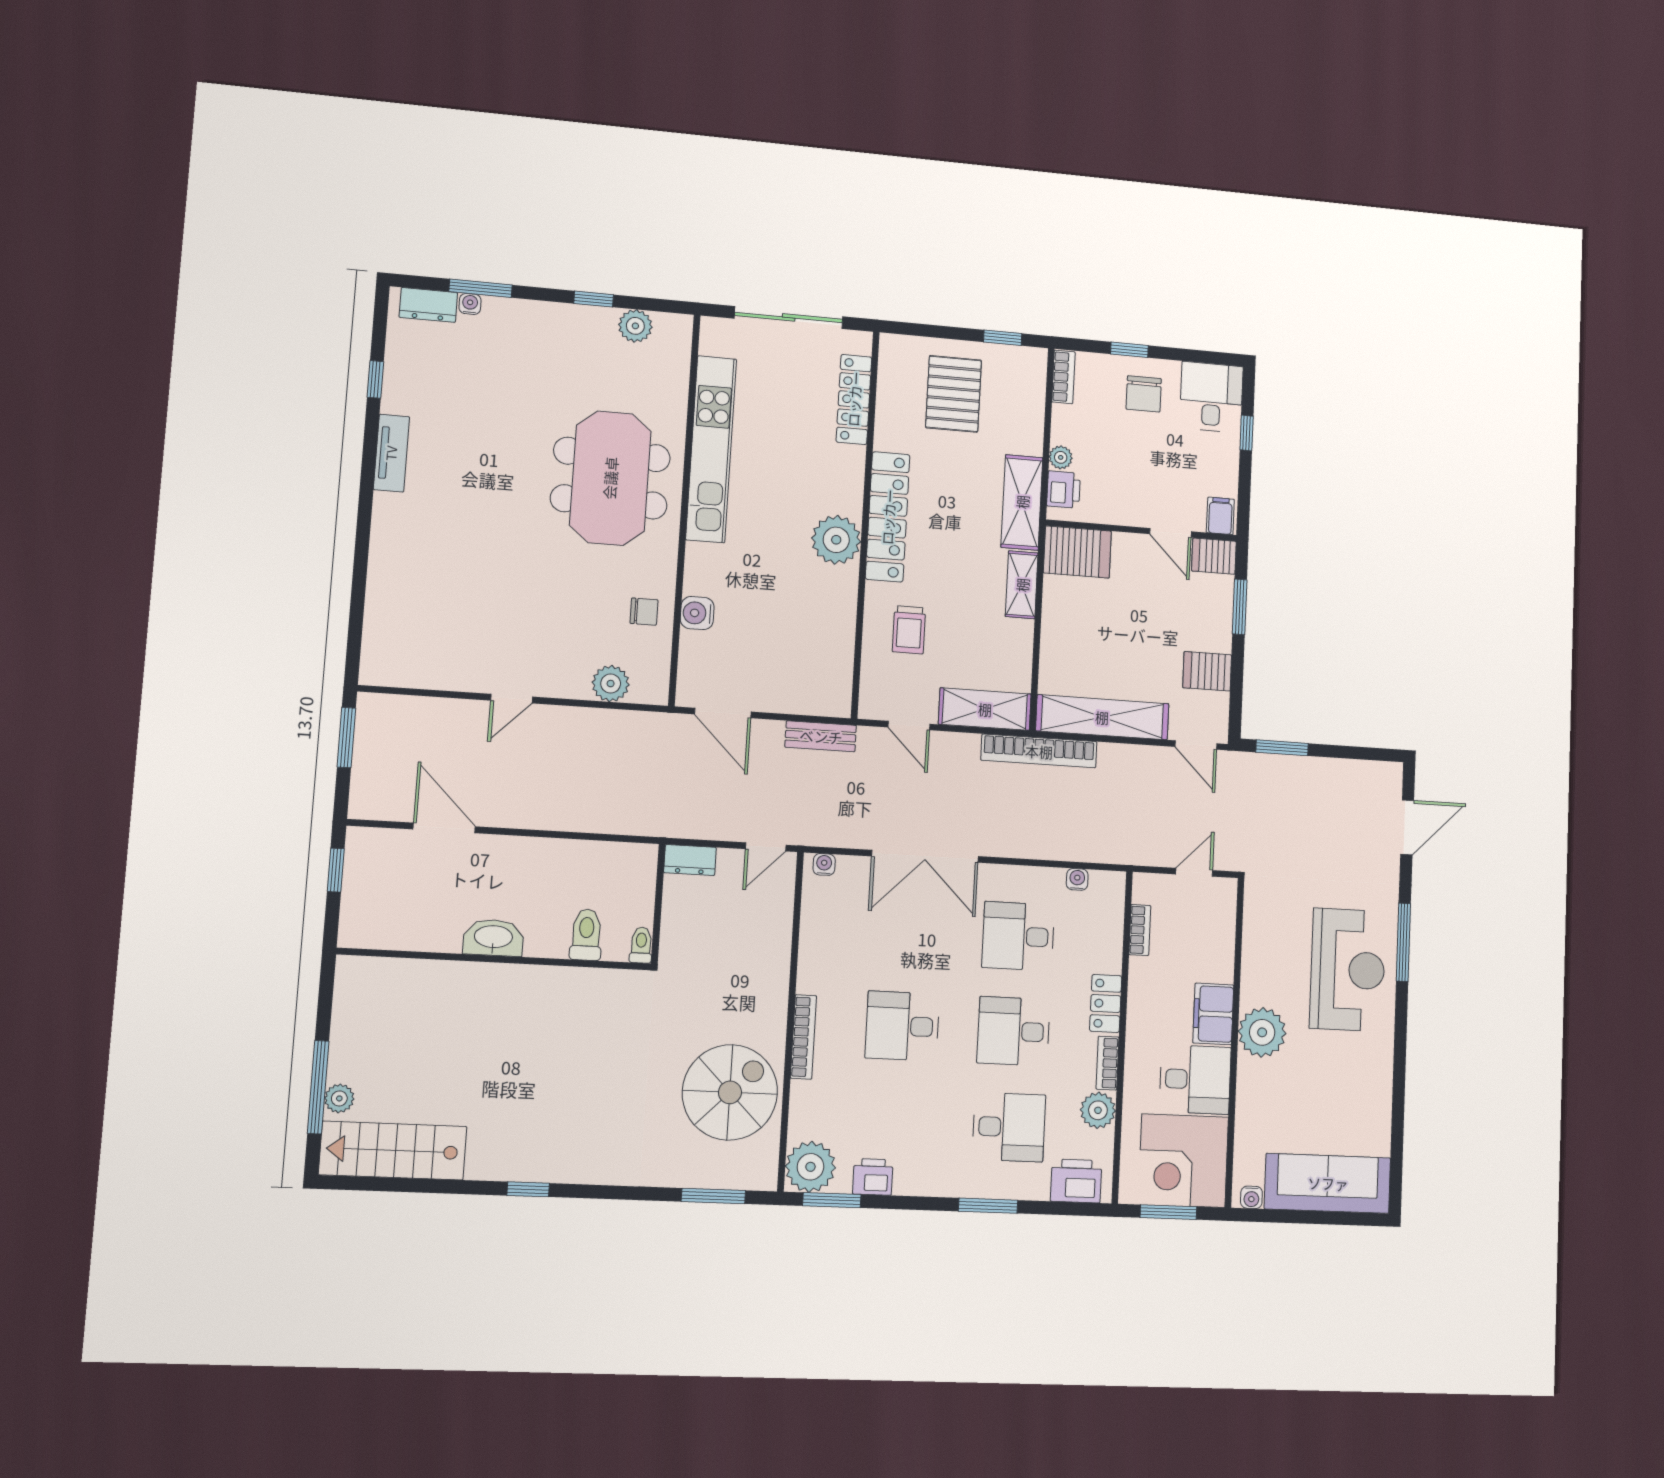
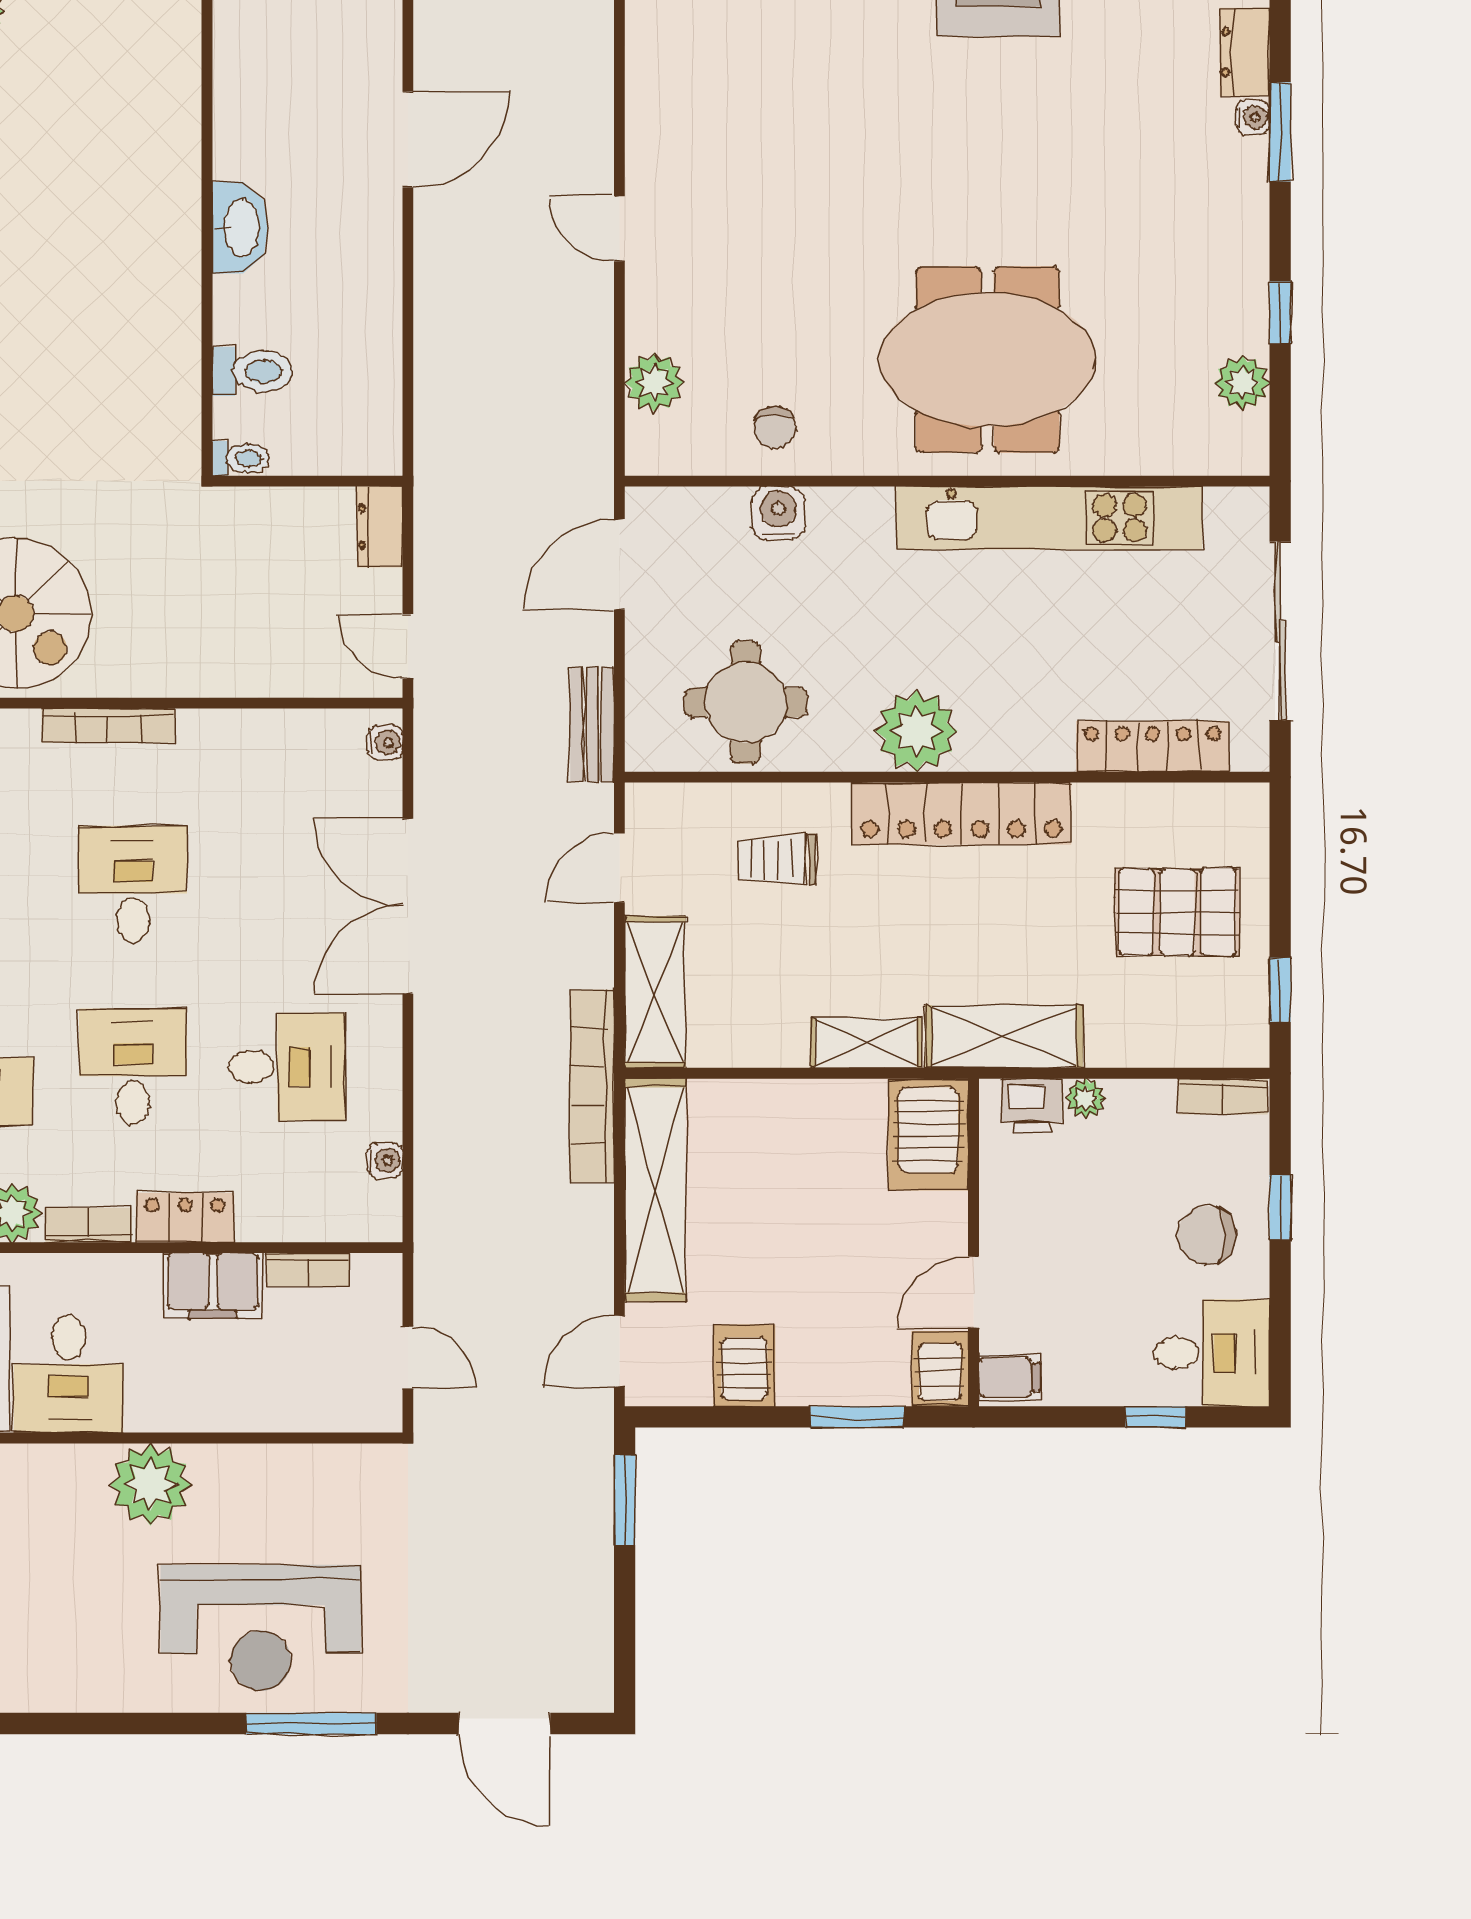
round table: (813, 642) -> (746, 702), added
desk: (1018, 936) -> (287, 1067), turned 90
filing cabinet: (1213, 1014) -> (213, 1286), moved, turned 180

